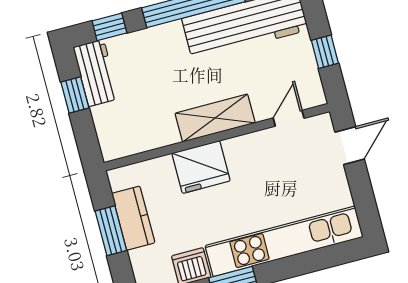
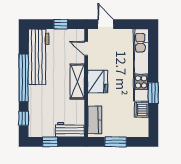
workbench: (96, 73) -> (70, 130), moved
fridge: (201, 167) -> (98, 82), moved
kitchen counter: (133, 218) -> (95, 120), moved, turned 90

